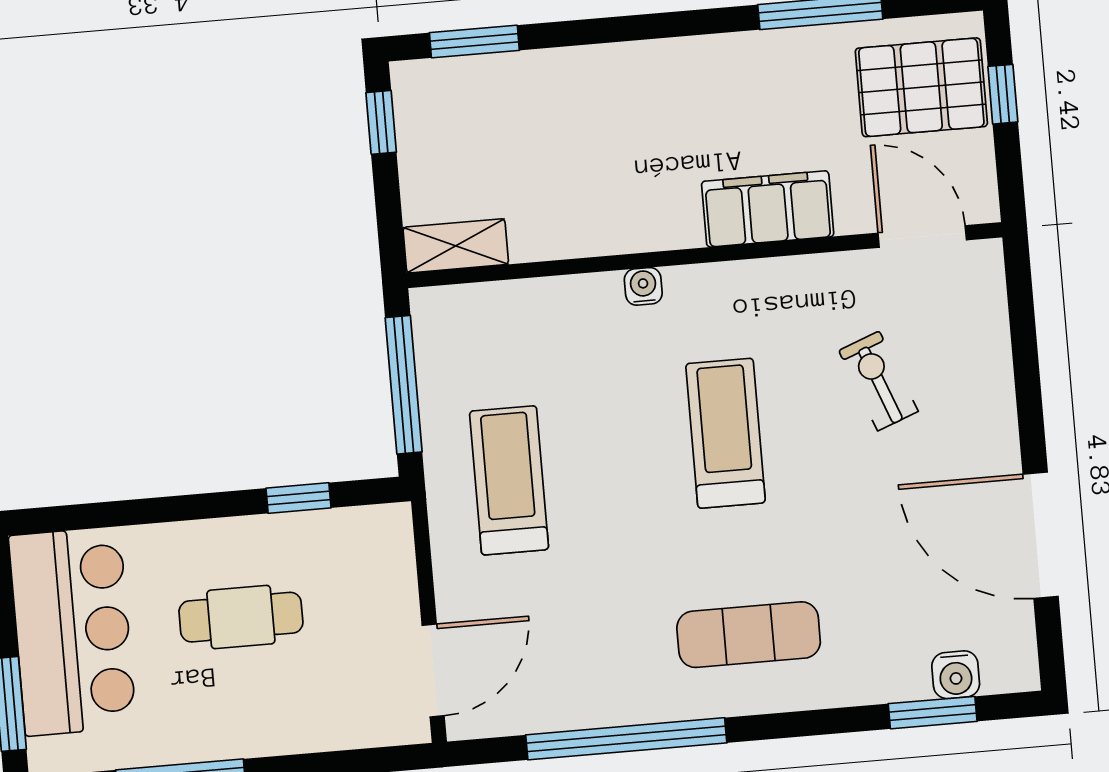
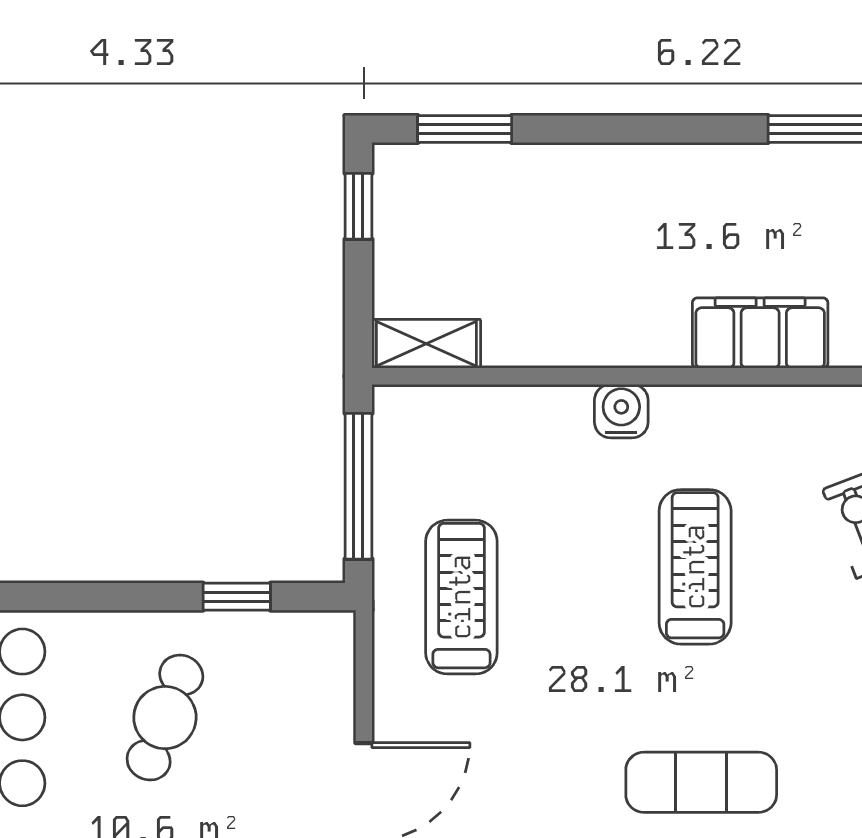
water cooler: (643, 286) -> (621, 411), width x1.38, depth x1.38
cafe table: (241, 617) -> (165, 718), turned -69

